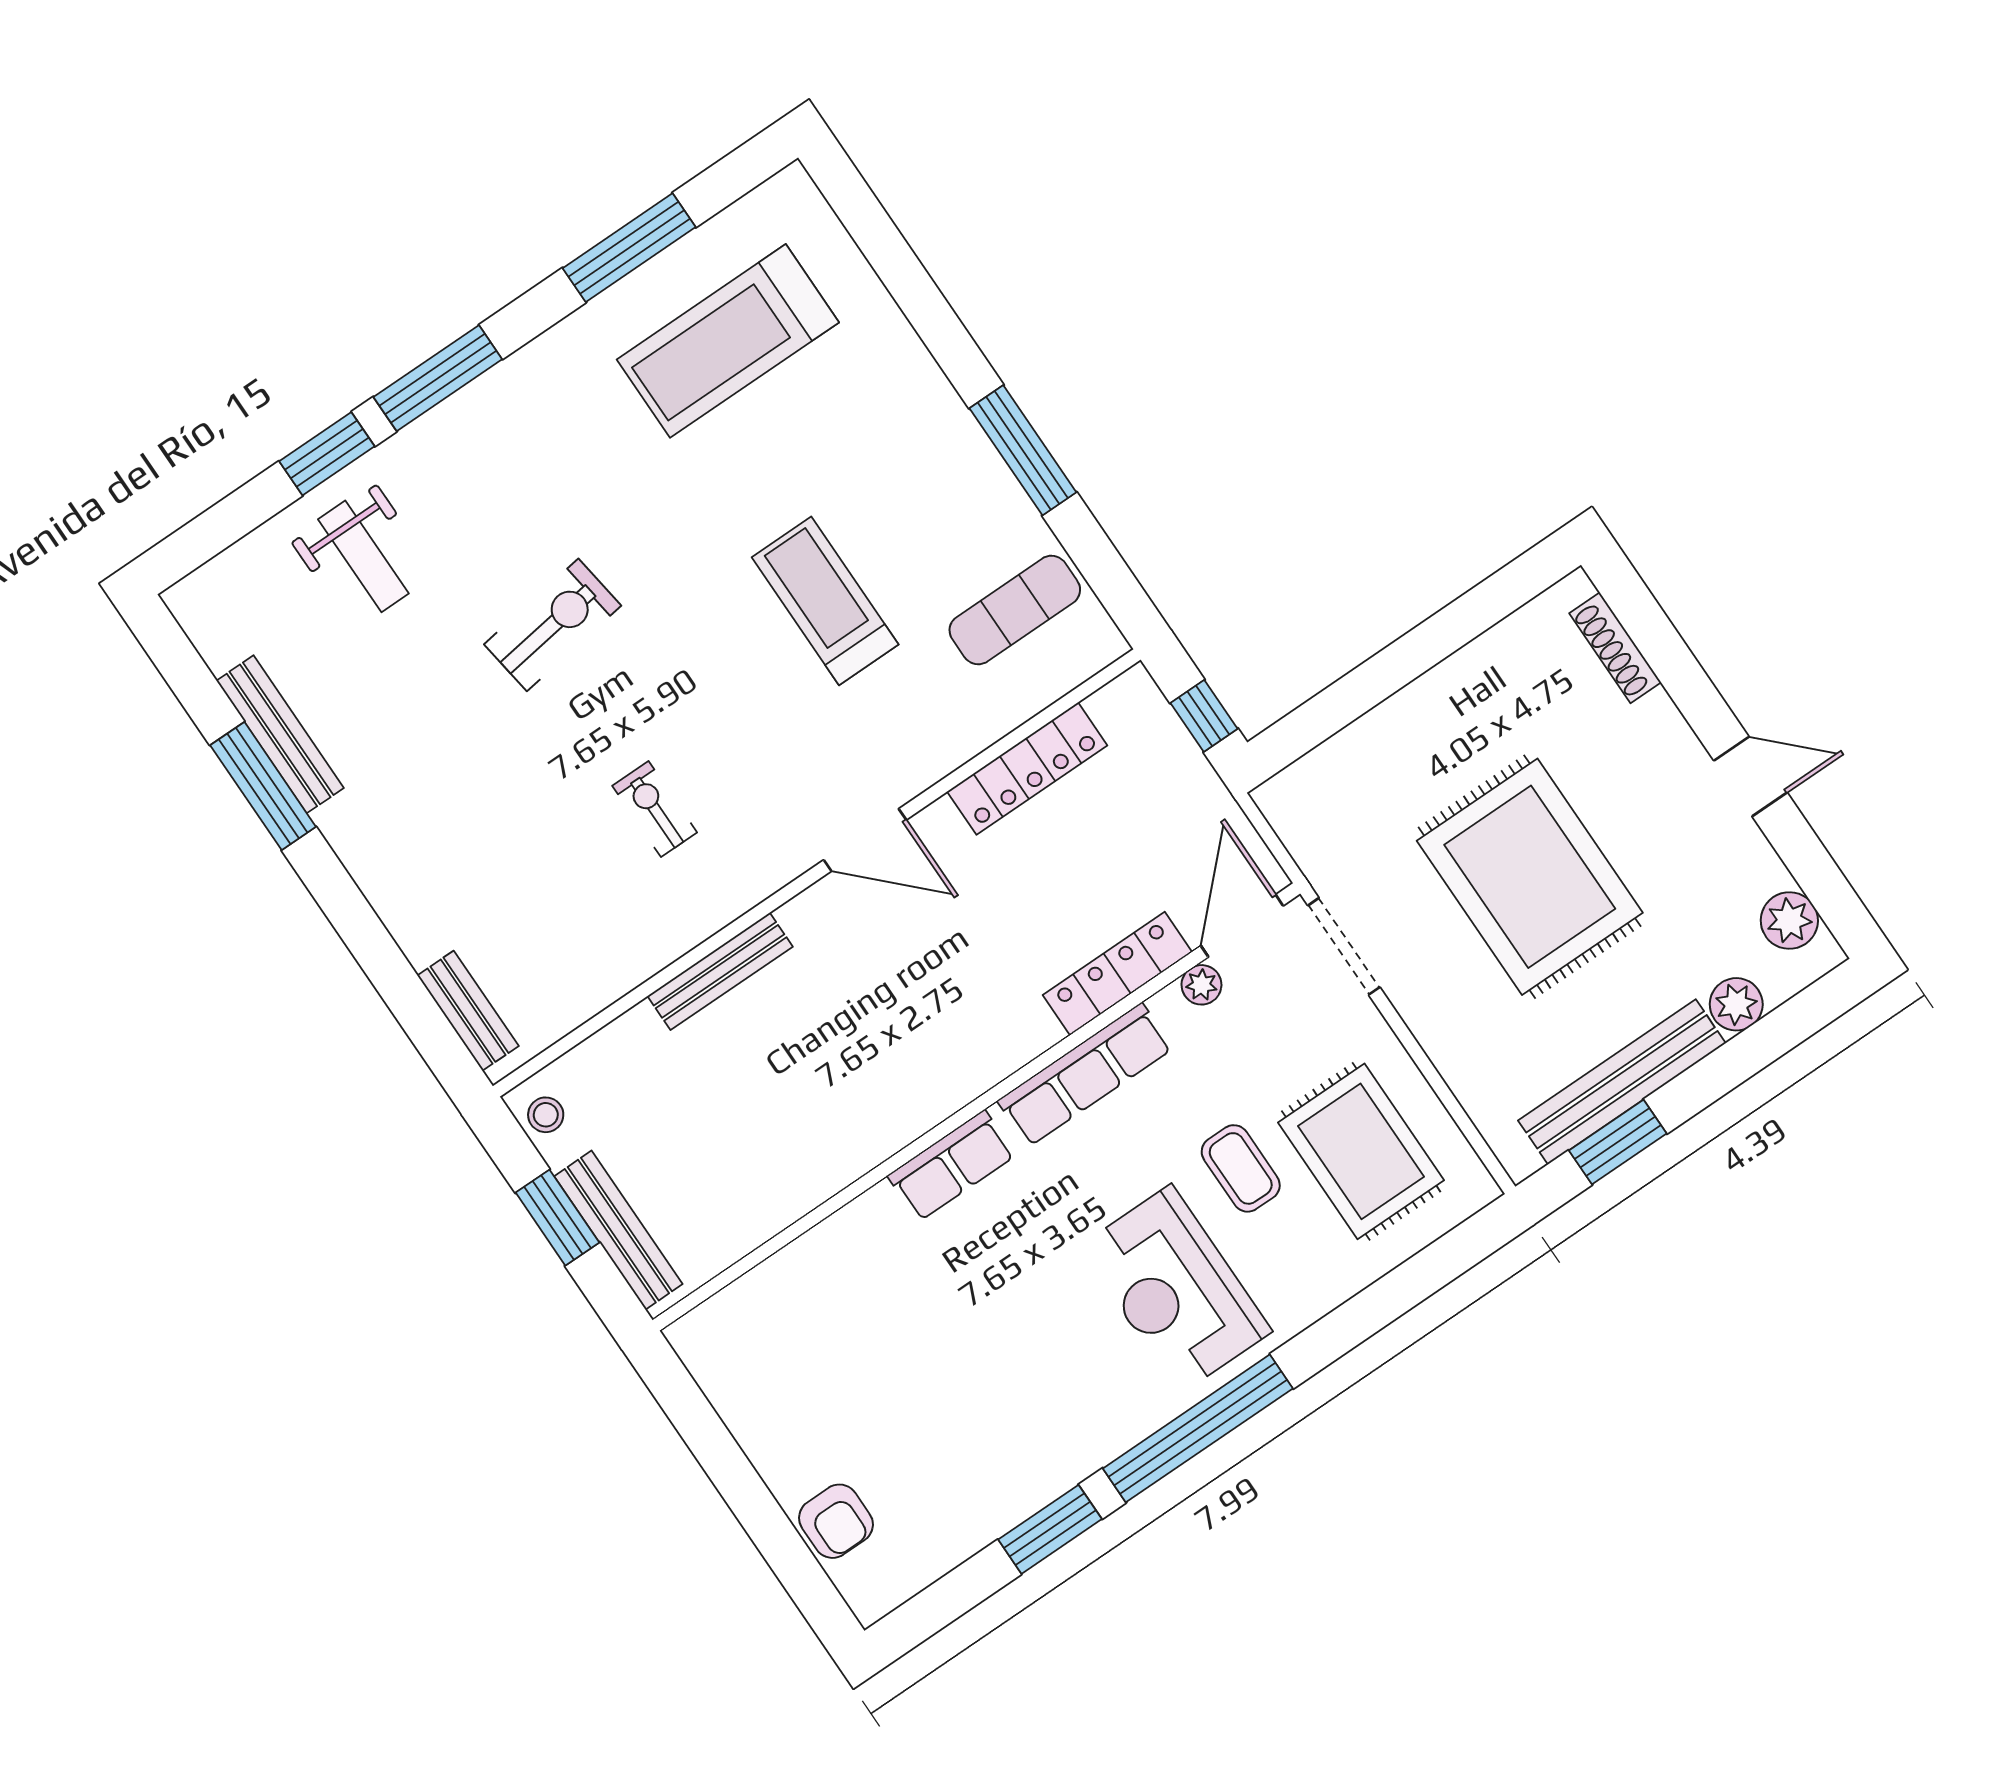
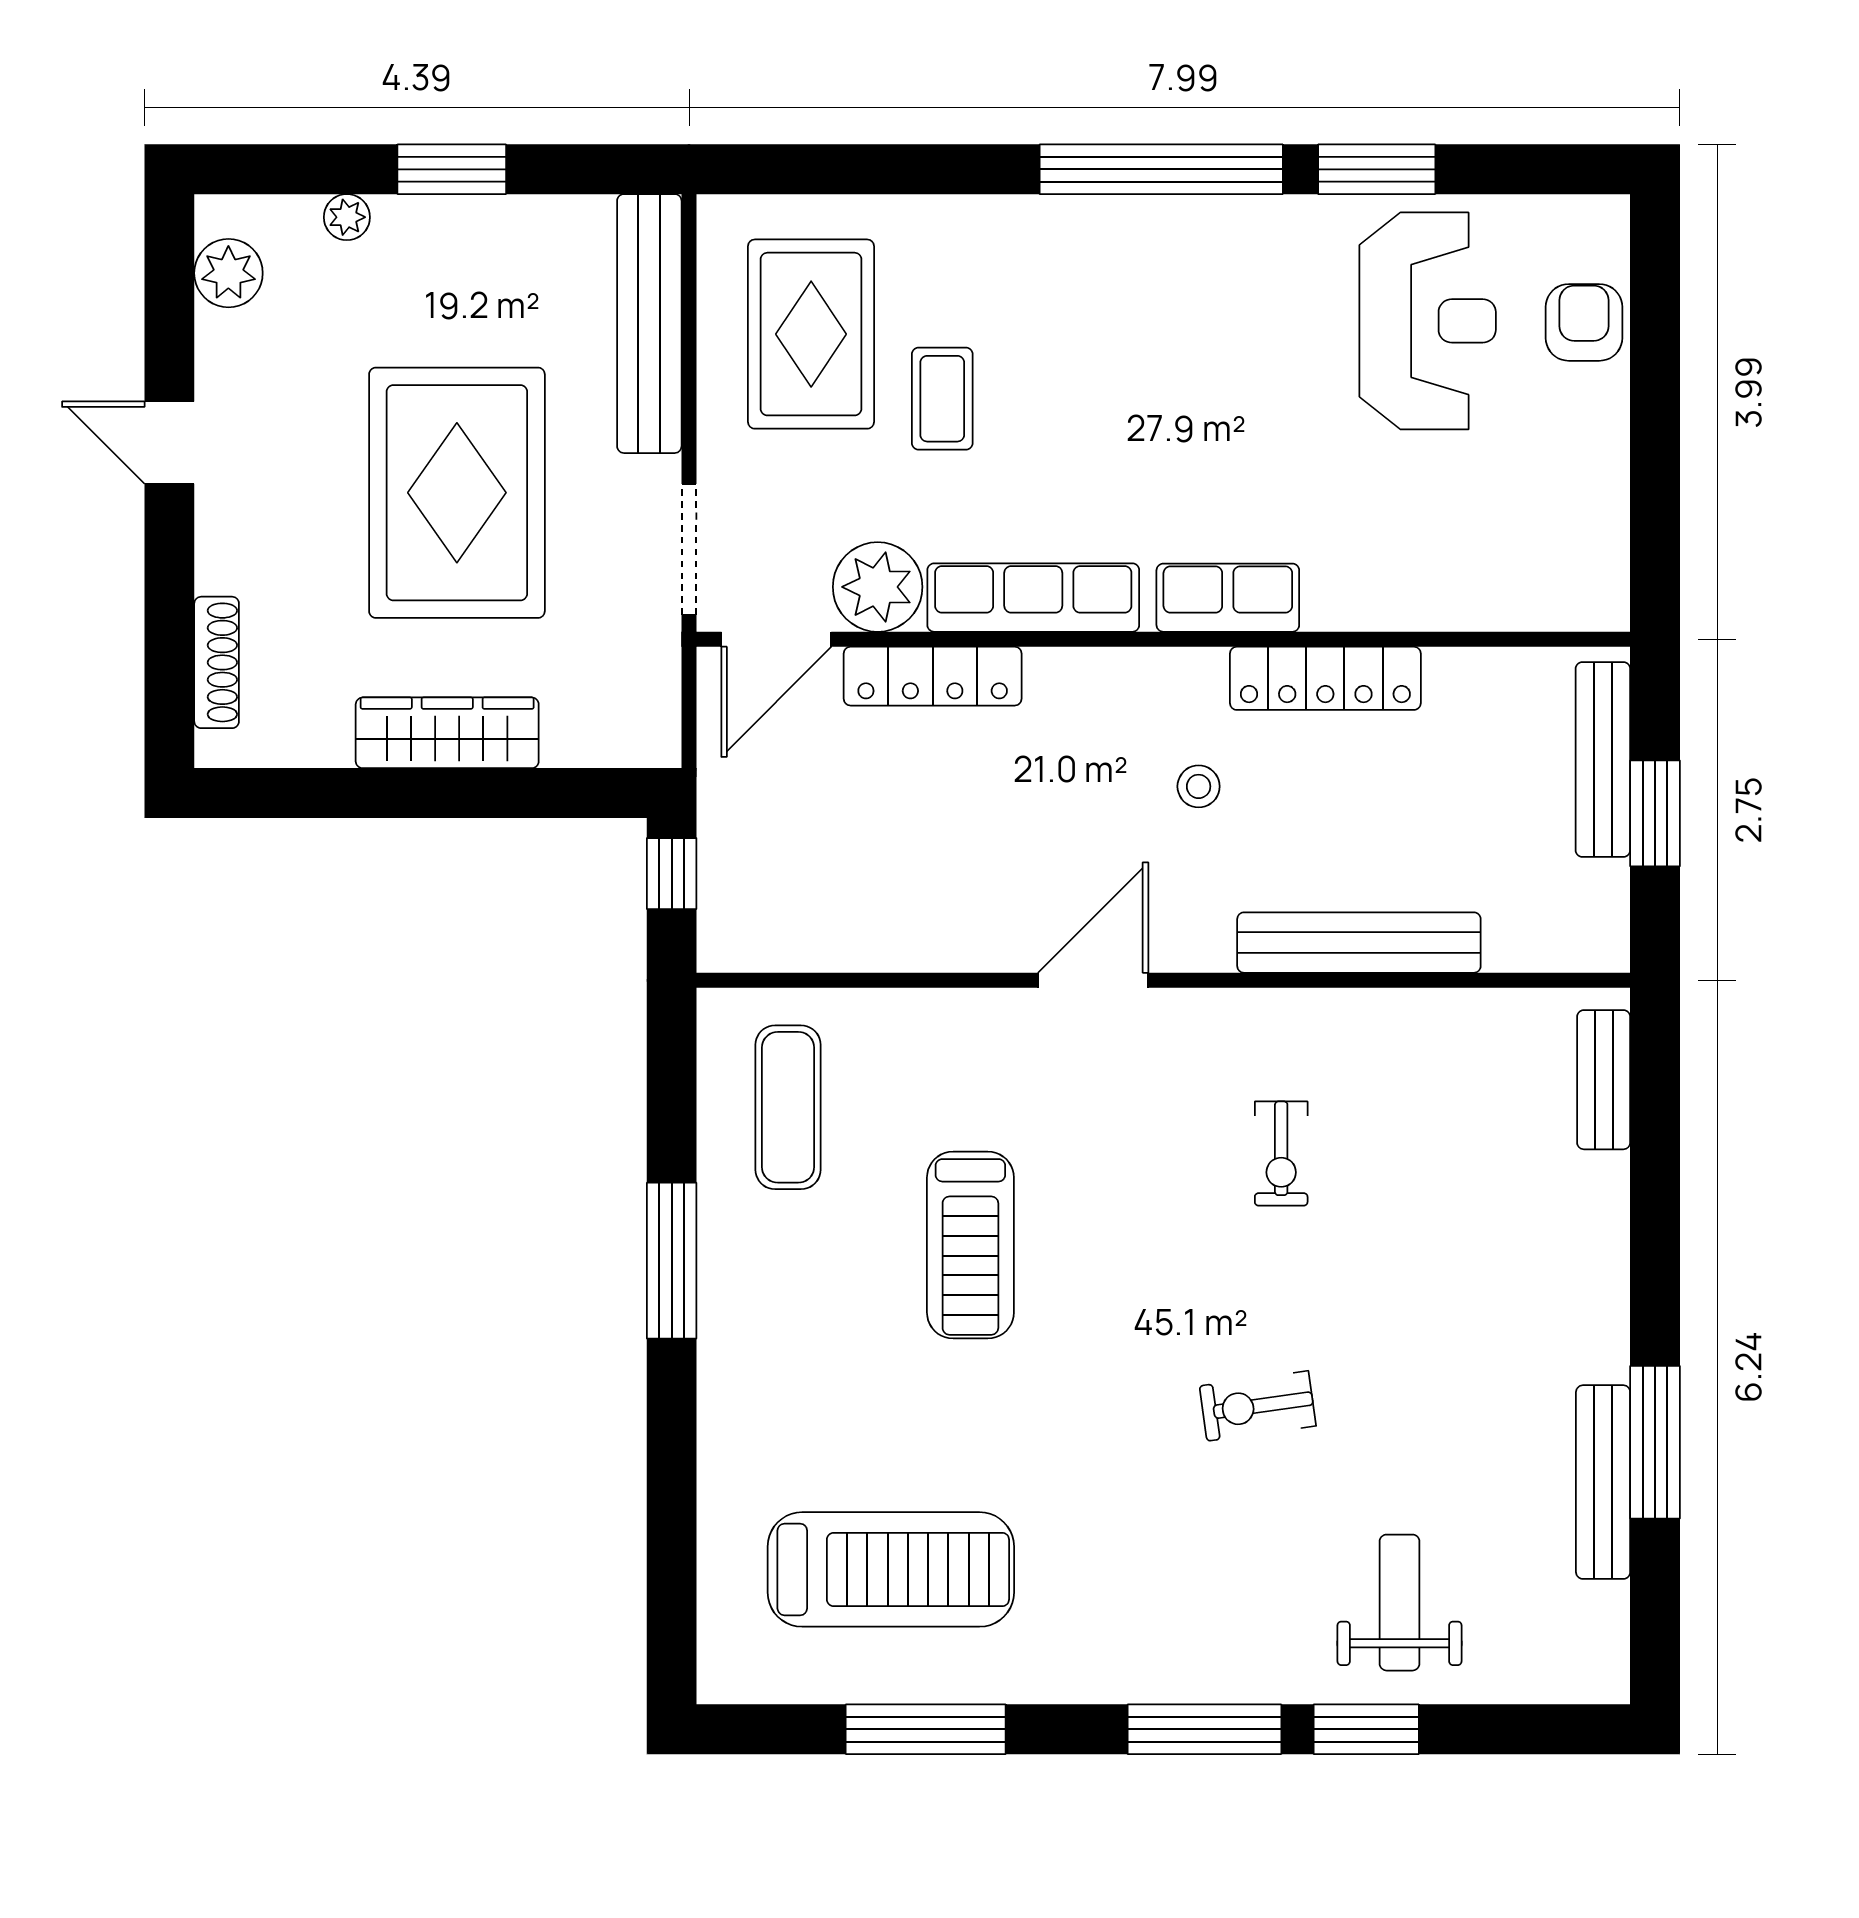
exercise mat: (1015, 610) -> (788, 1107), turned 90
exercise bike: (553, 625) -> (1258, 1406), width x0.73, depth x0.72
wardrobe: (1424, 707) -> (447, 733), added
locker: (1027, 768) -> (1325, 678), moved, turned 180
door: (865, 840) -> (1093, 980), hinge flipped
bench: (720, 971) -> (1359, 943), width x1.37, depth x1.21
plant: (1201, 985) -> (878, 587), width x1.88, depth x1.88
plant: (1736, 1004) -> (347, 217), width x0.73, depth x0.73
bench: (1622, 1082) -> (649, 324), moved, turned 90
stool: (546, 1115) -> (1199, 786), moved
window: (1618, 1142) -> (452, 169), moved
reception desk: (1175, 1289) -> (1428, 321), moved

